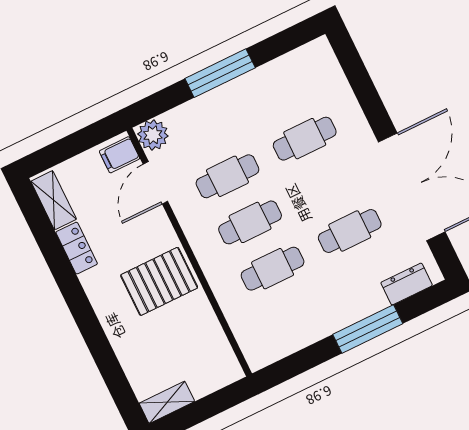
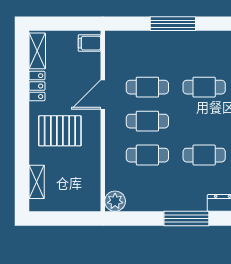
plant: (153, 135) -> (115, 201), moved
door: (155, 183) -> (103, 94), moved
pallet: (159, 281) -> (60, 131), moved
shelving: (167, 402) -> (37, 182), moved, turned 90

